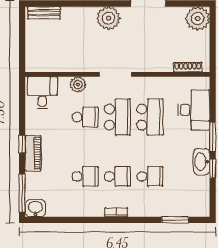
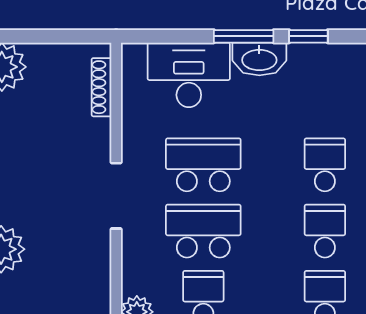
doorway: (116, 74) -> (116, 196), moved
washbasin: (201, 162) -> (259, 59), moved

